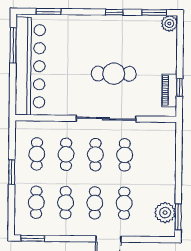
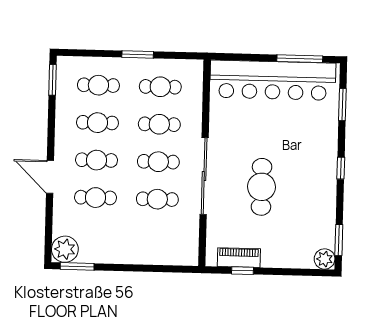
window: (114, 12) -> (341, 168), moved
plant: (165, 213) -> (65, 249), moved

